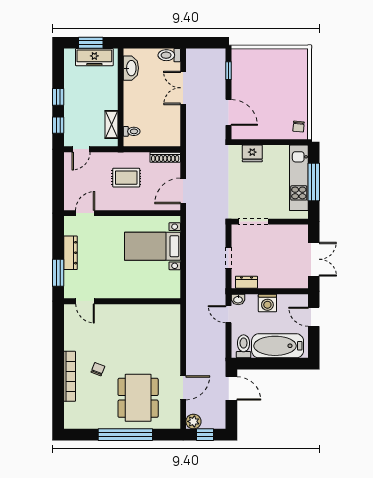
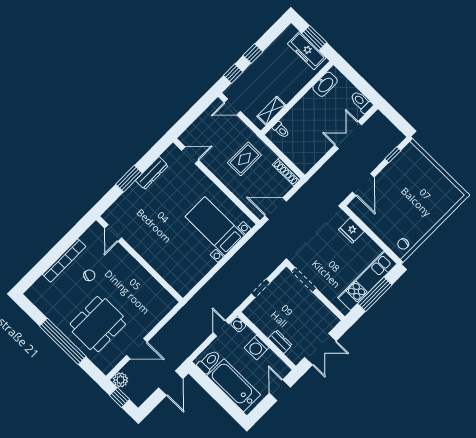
rug: (126, 178) -> (244, 159), turned 90
dresser: (246, 282) -> (280, 342), moved
door: (85, 301) -> (113, 233), moved
wall: (122, 301) -> (139, 259), moved

